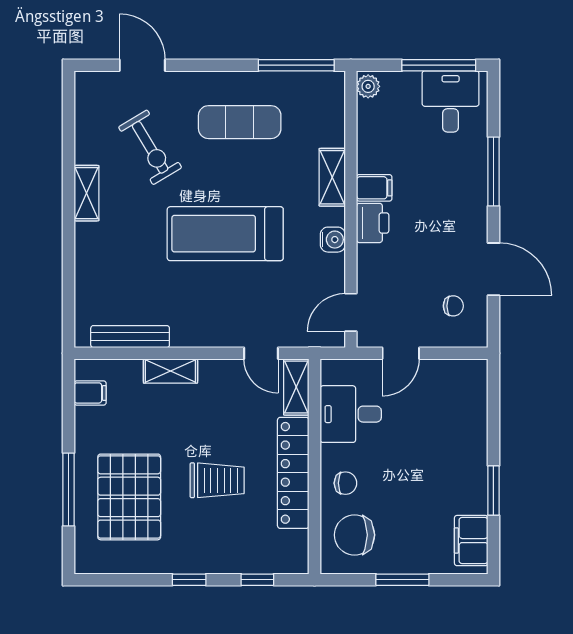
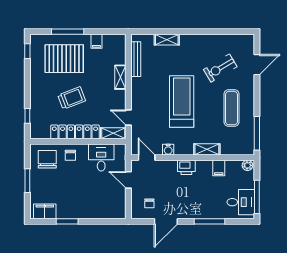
filing cabinet: (374, 188) -> (219, 168), moved
shelving: (86, 193) -> (167, 40), moved
water cooler: (333, 240) -> (168, 150), moved
door: (261, 353) -> (128, 118), hinge flipped
filing cabinet: (90, 393) -> (96, 41), moved
trolley: (217, 480) -> (72, 98), turned -111
window: (189, 580) -> (27, 51), moved

